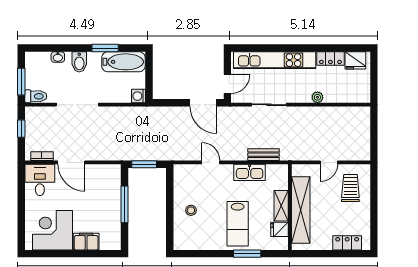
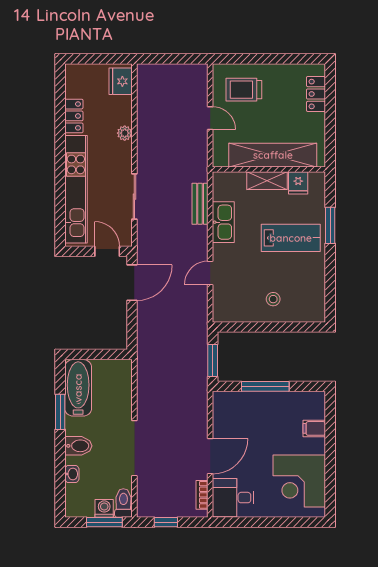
fridge: (355, 60) -> (121, 81), moved, turned 180
washing machine: (138, 96) -> (104, 508), moved, turned 180
filing cabinet: (86, 242) -> (314, 428), width x0.50

